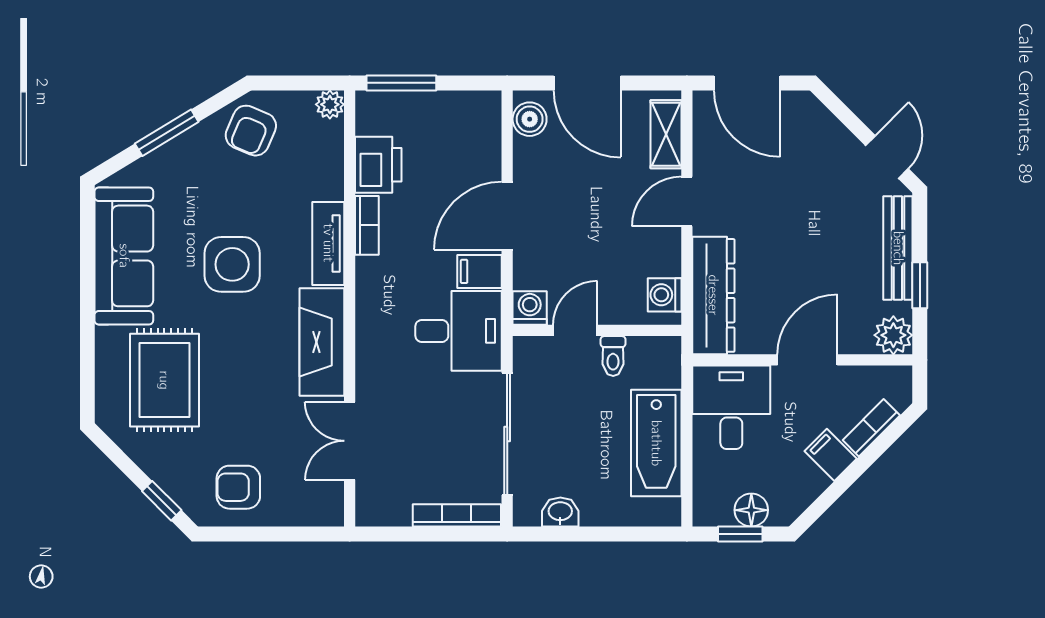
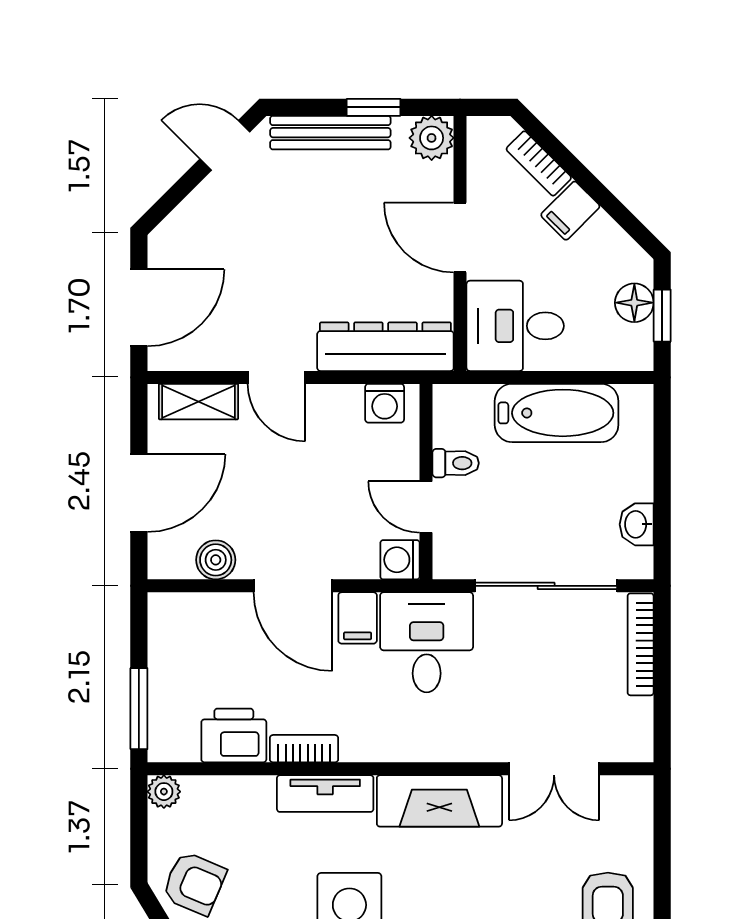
boiler: (530, 119) -> (216, 560), moved

